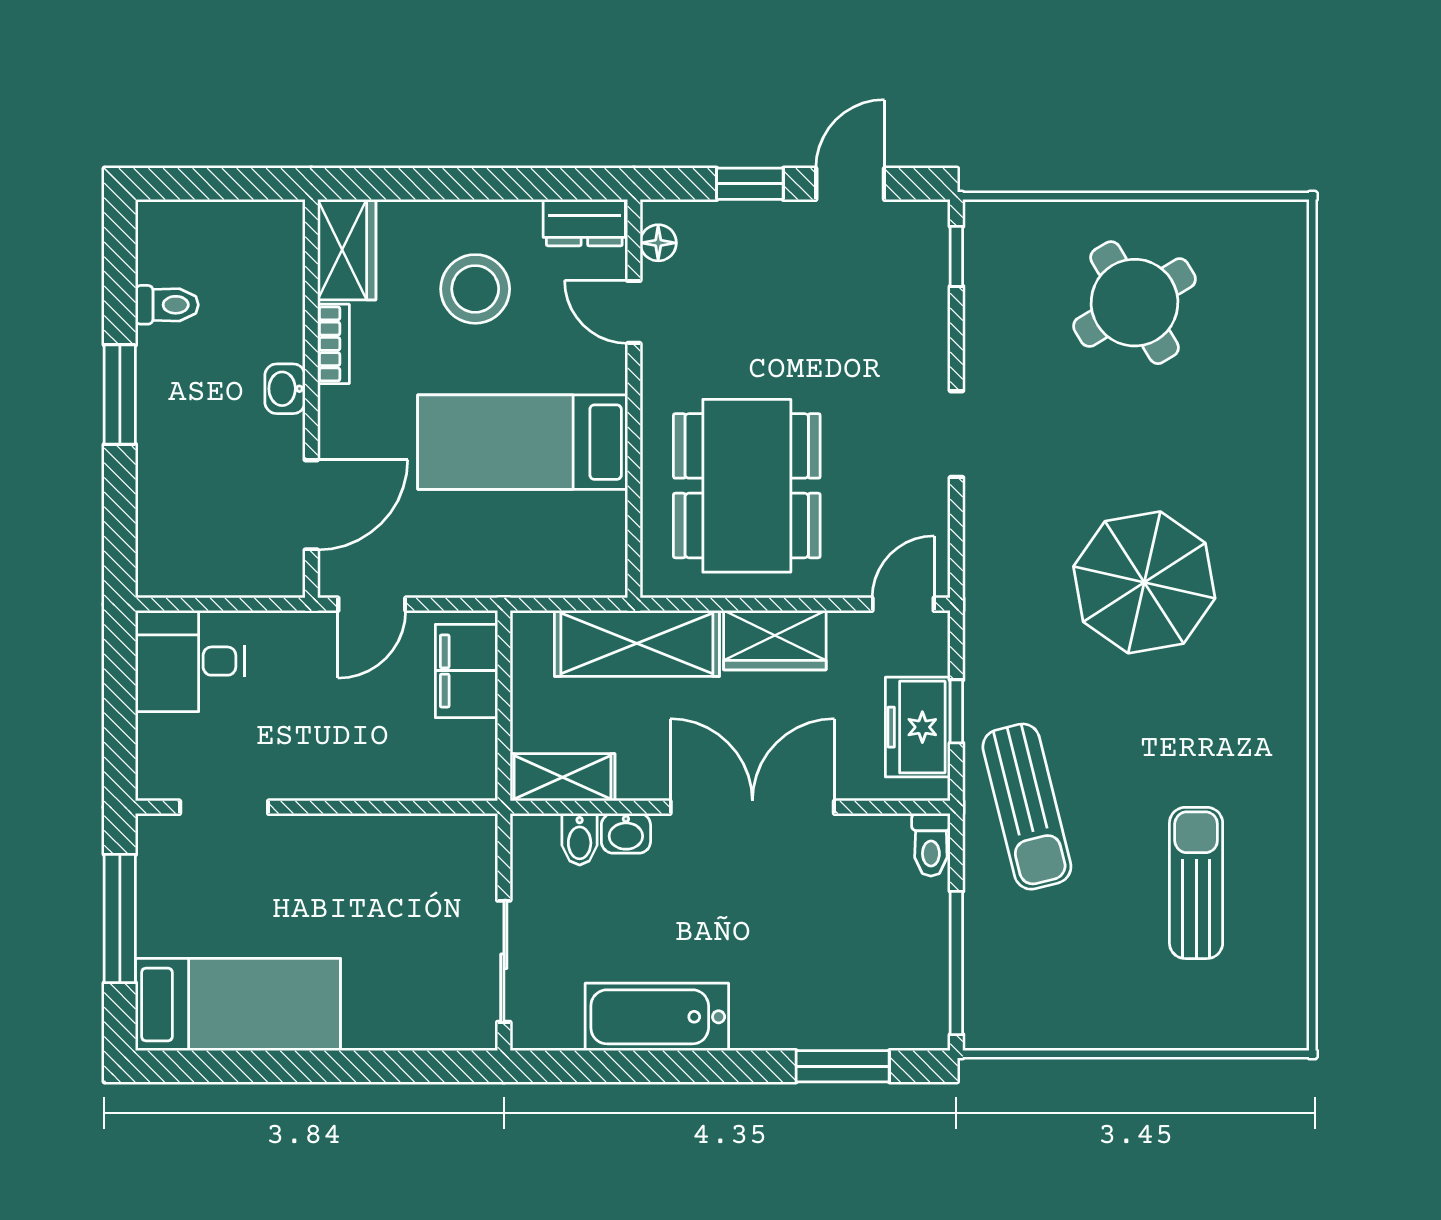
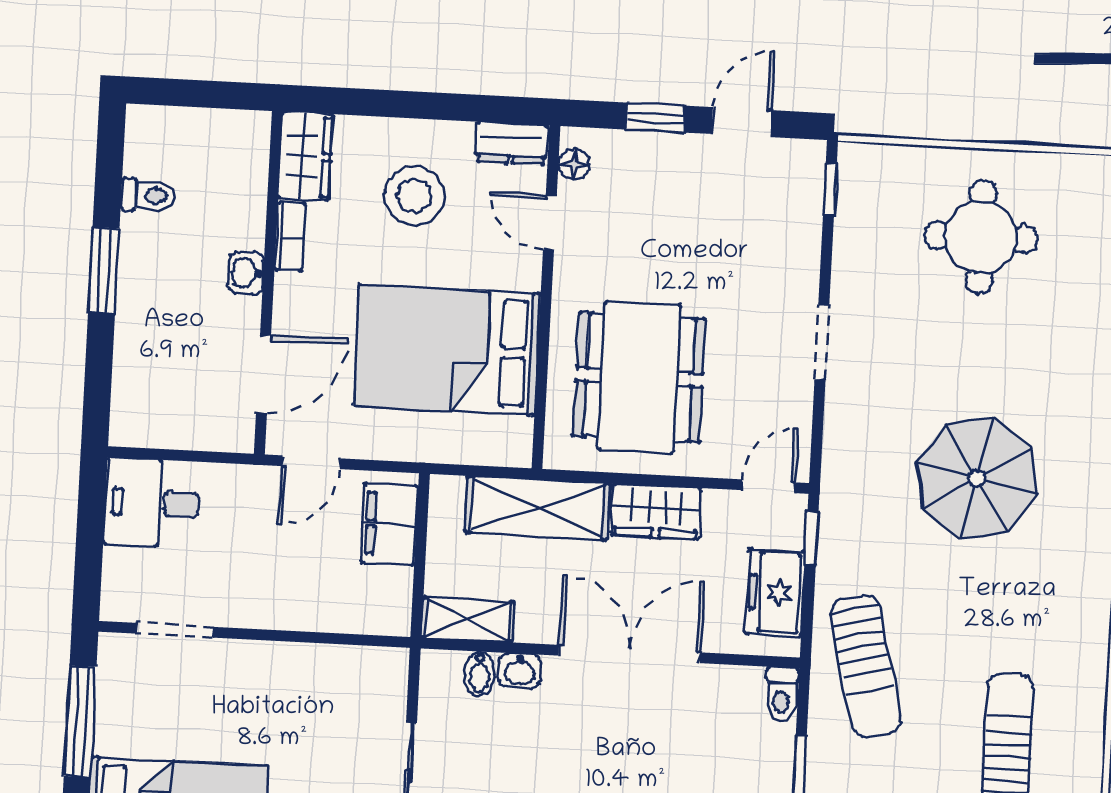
round table: (1135, 303) -> (981, 237), turned 31
bed: (523, 442) -> (447, 350), width x1.50
window: (956, 711) -> (812, 539), moved

